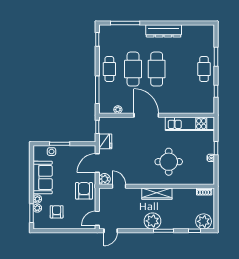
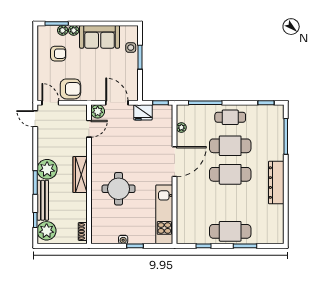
cafe table: (204, 69) -> (230, 231), width x1.37, depth x1.35
armchair: (84, 191) -> (70, 89), moved
bench: (178, 225) -> (43, 200), added

